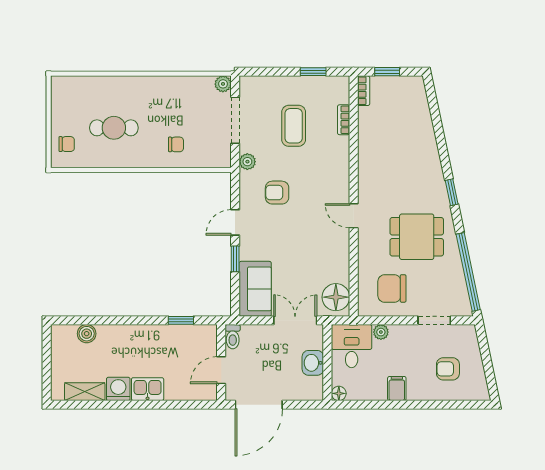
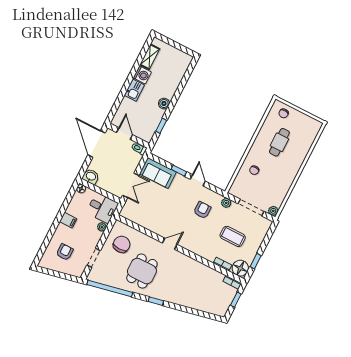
floor lamp: (336, 297) -> (240, 268), moved
boiler: (87, 334) -> (164, 103), moved
washbasin: (313, 363) -> (91, 177), moved

